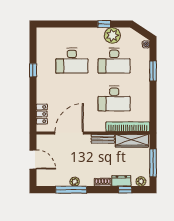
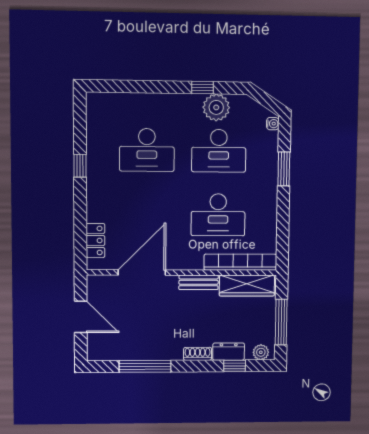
plant: (75, 182) -> (151, 353), removed

